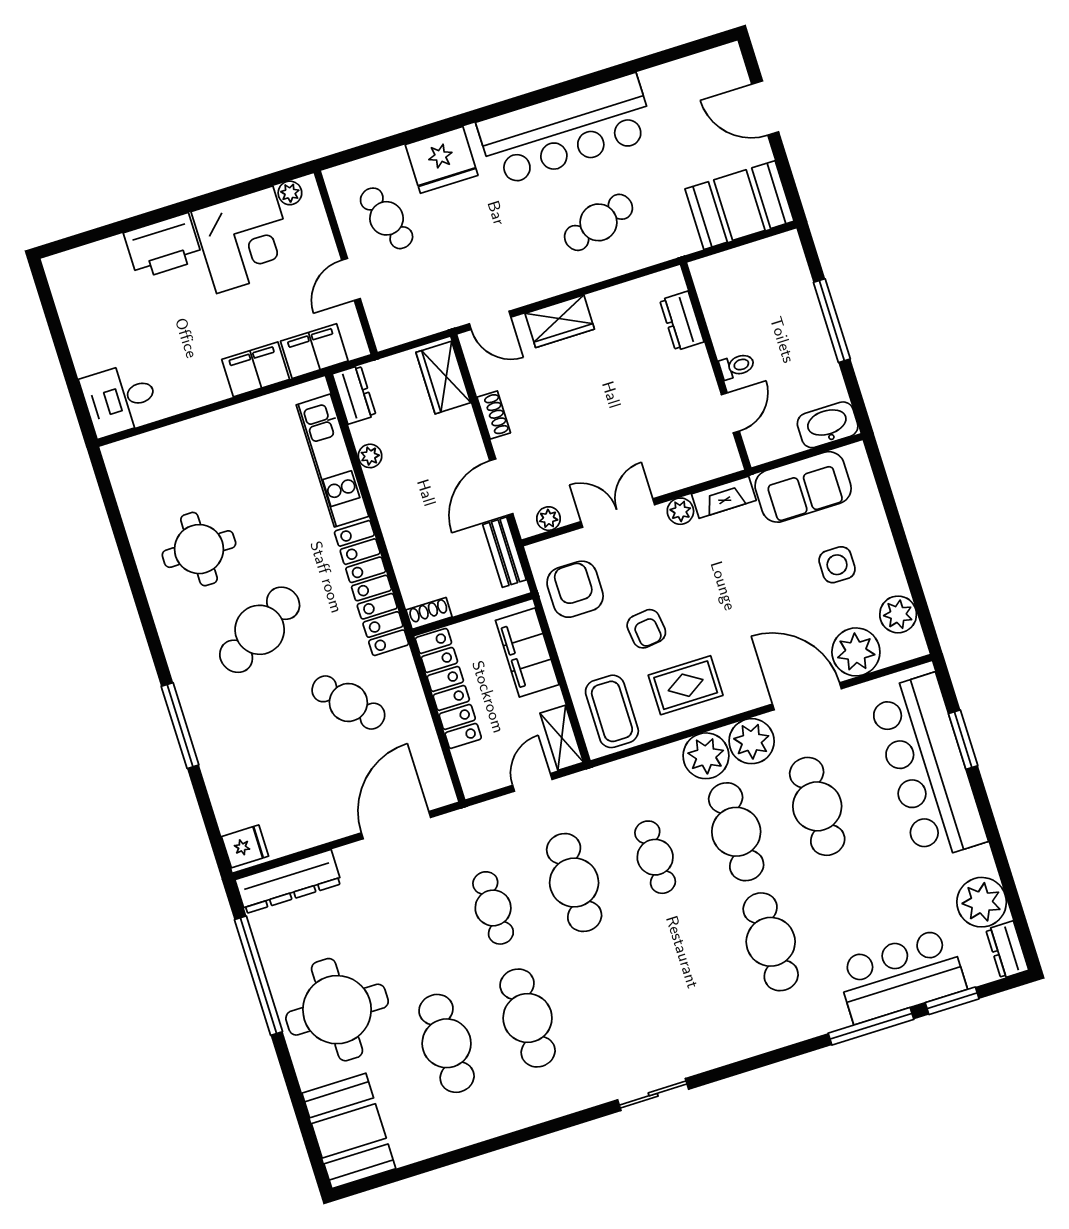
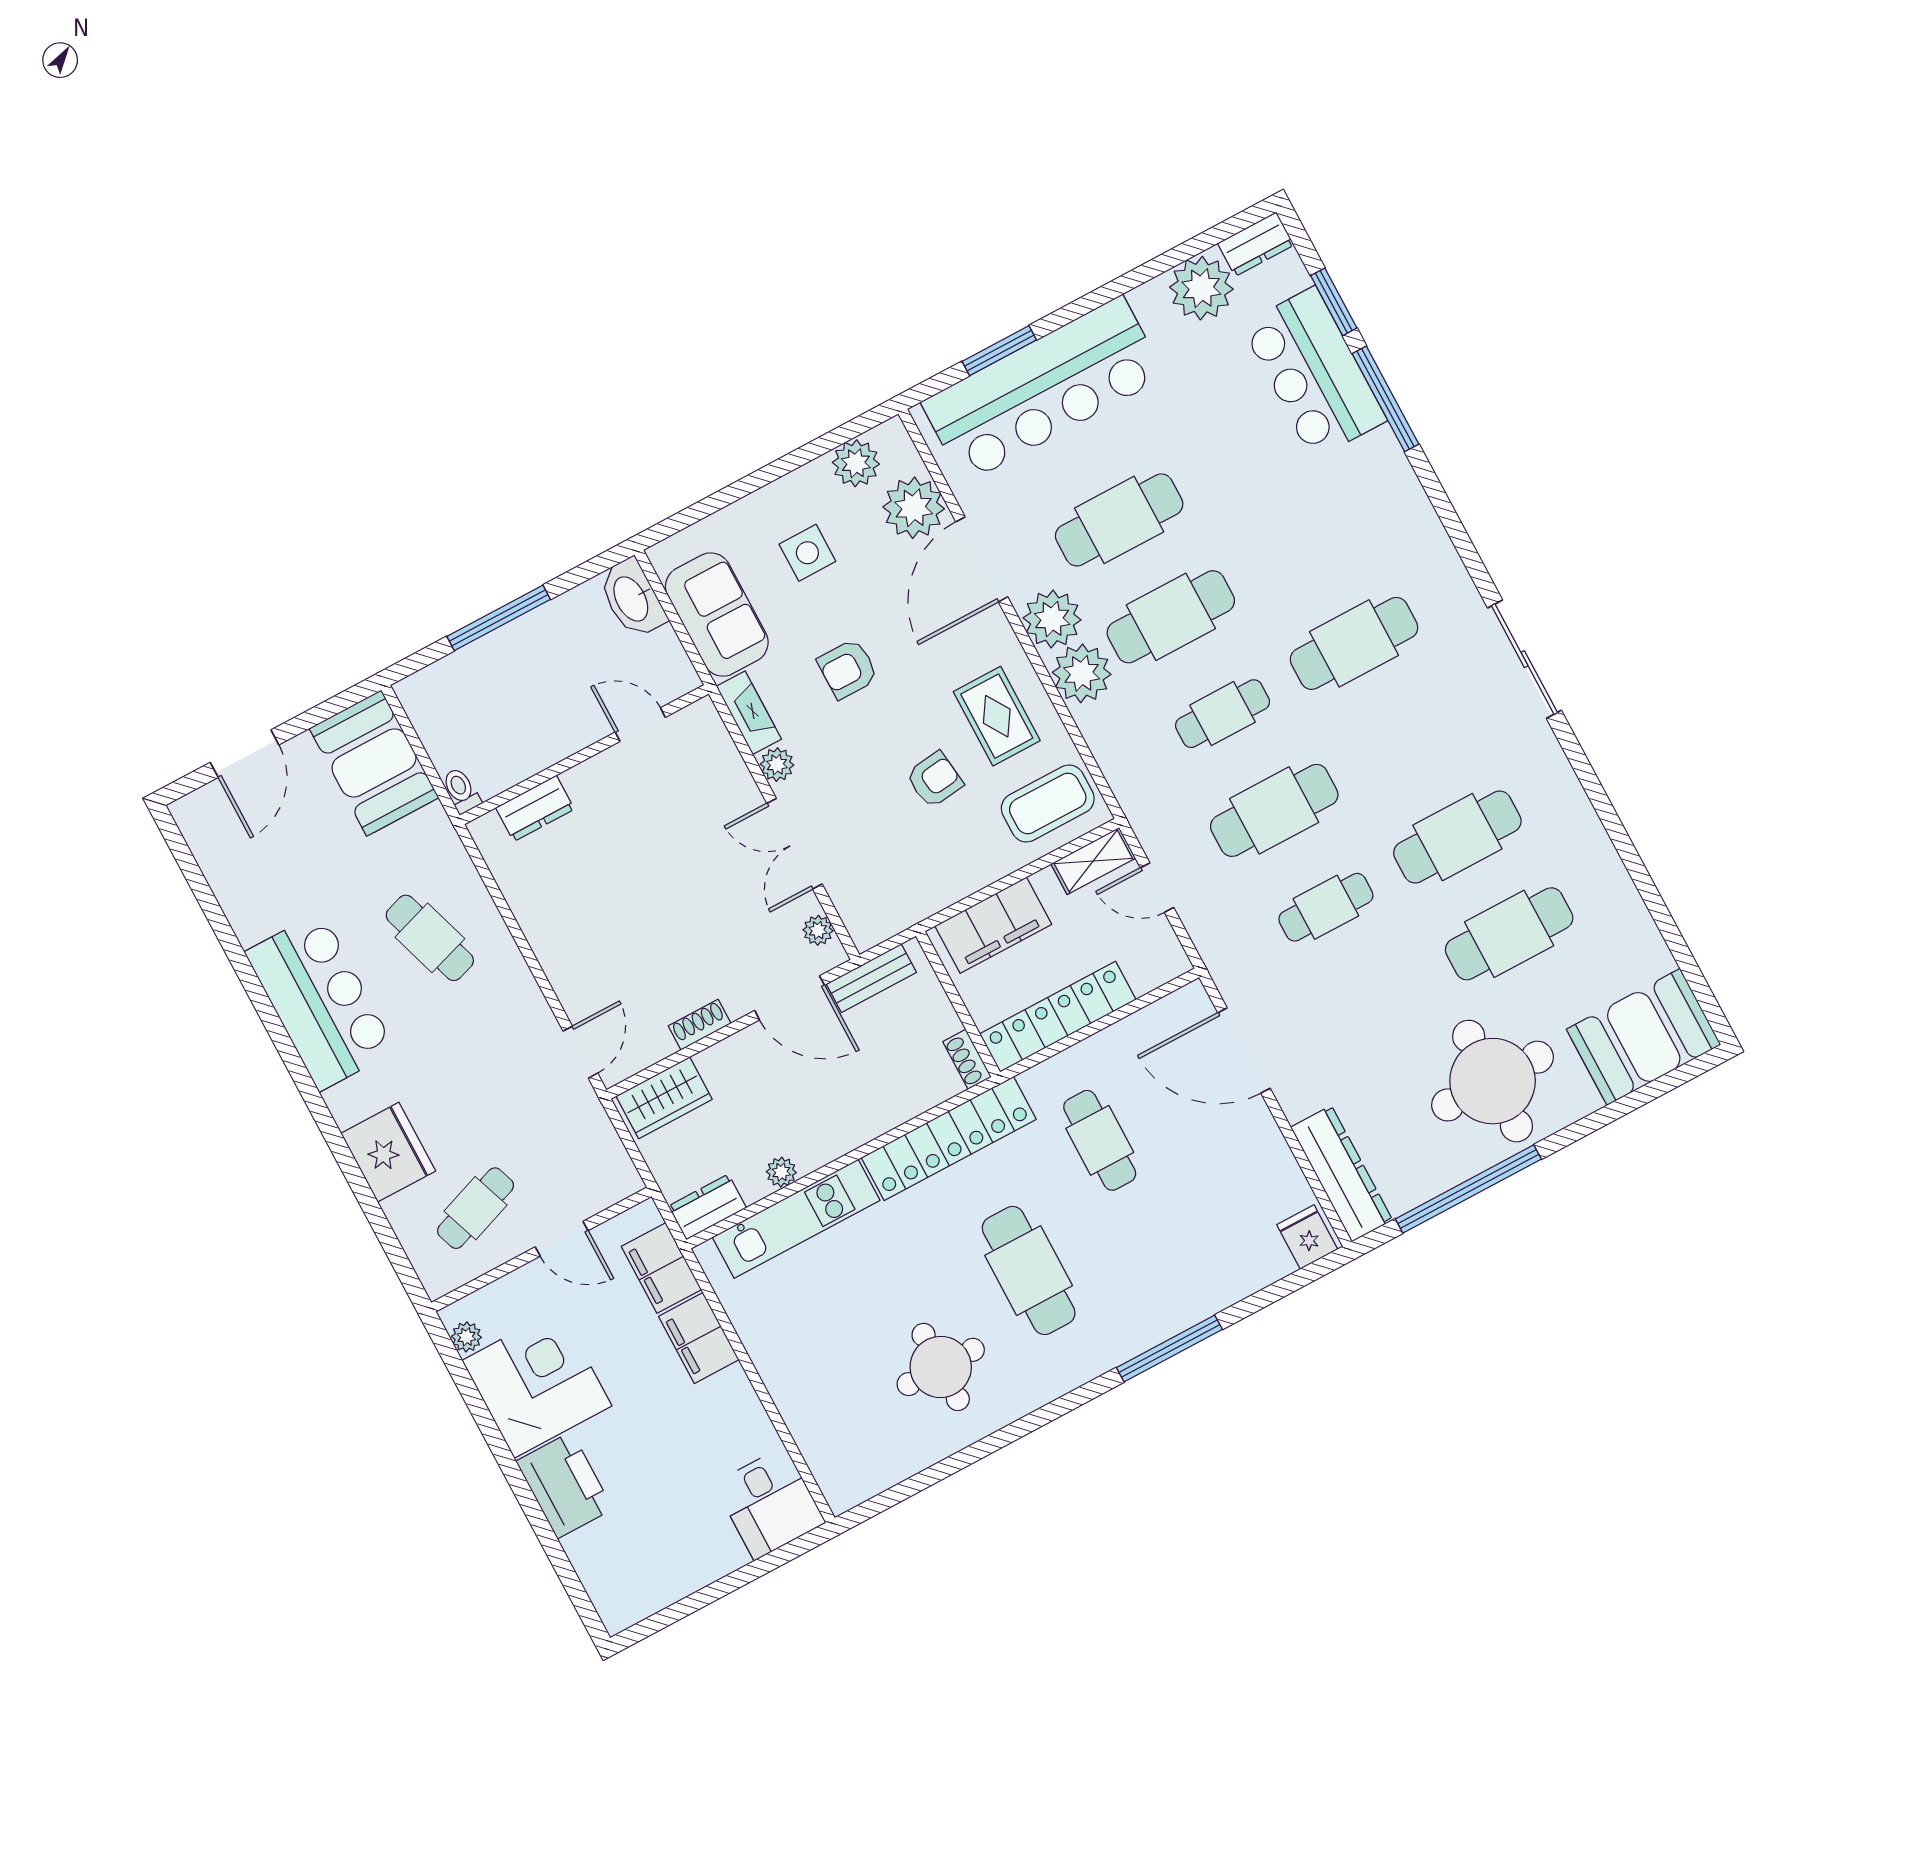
bar counter: (566, 130) -> (320, 1001), width x0.73
wardrobe: (560, 321) -> (565, 963), removed
toilet: (737, 366) -> (461, 790), moved
armchair: (575, 589) -> (848, 669), moved, width x0.72, depth x0.72
cafe table: (260, 630) -> (1029, 1271), turned 31
cafe table: (348, 702) -> (1100, 1140), turned -47
cafe table: (771, 942) -> (1354, 643), moved
sliding door: (653, 1094) -> (1524, 659), width x1.37

